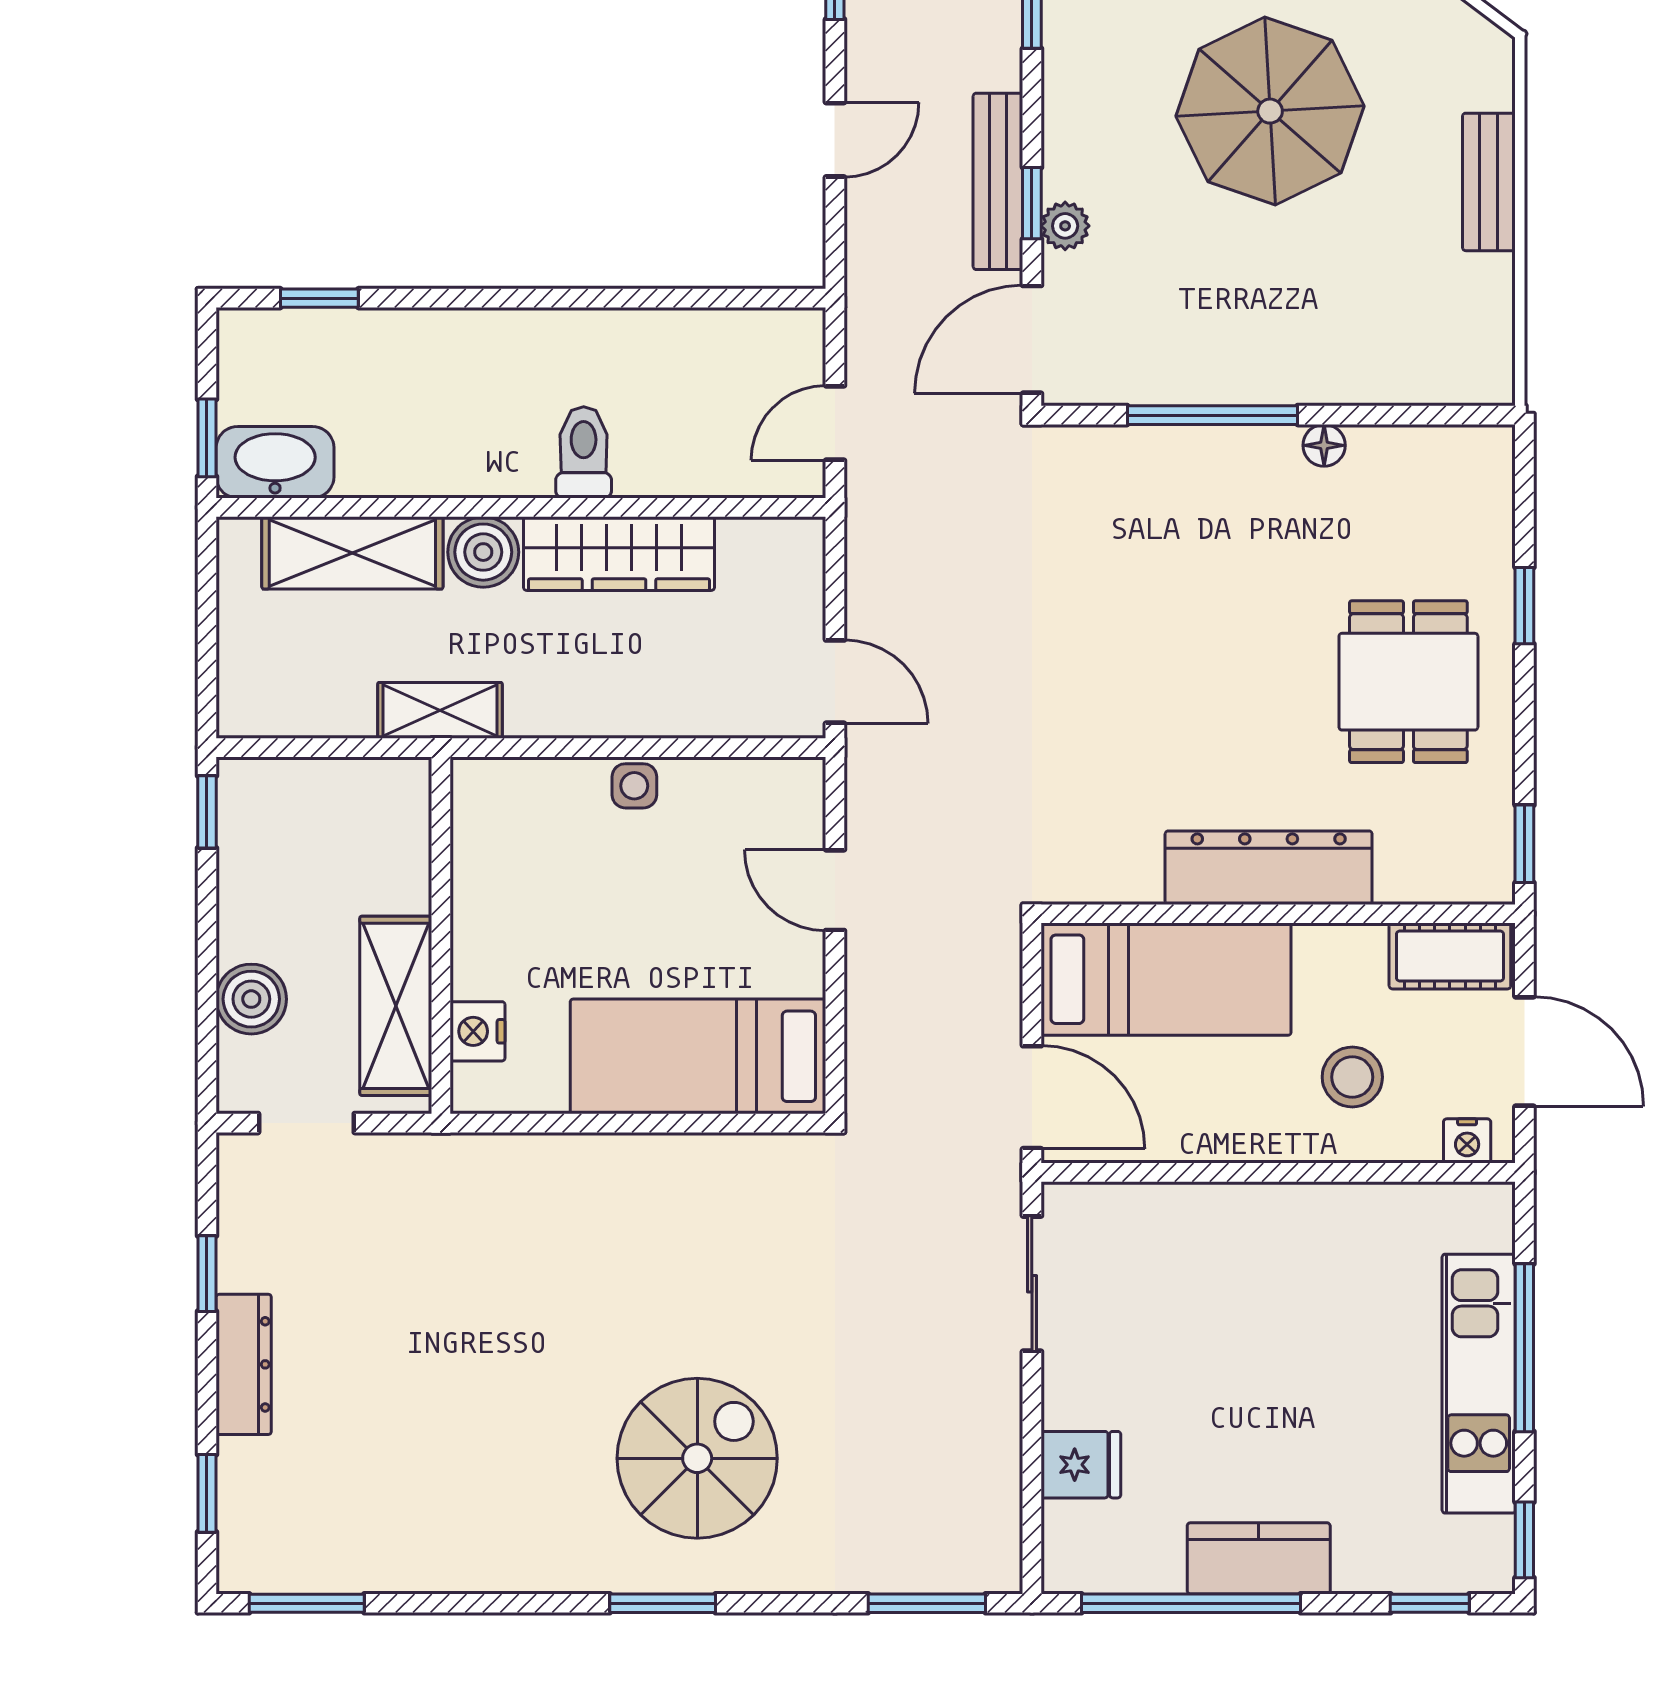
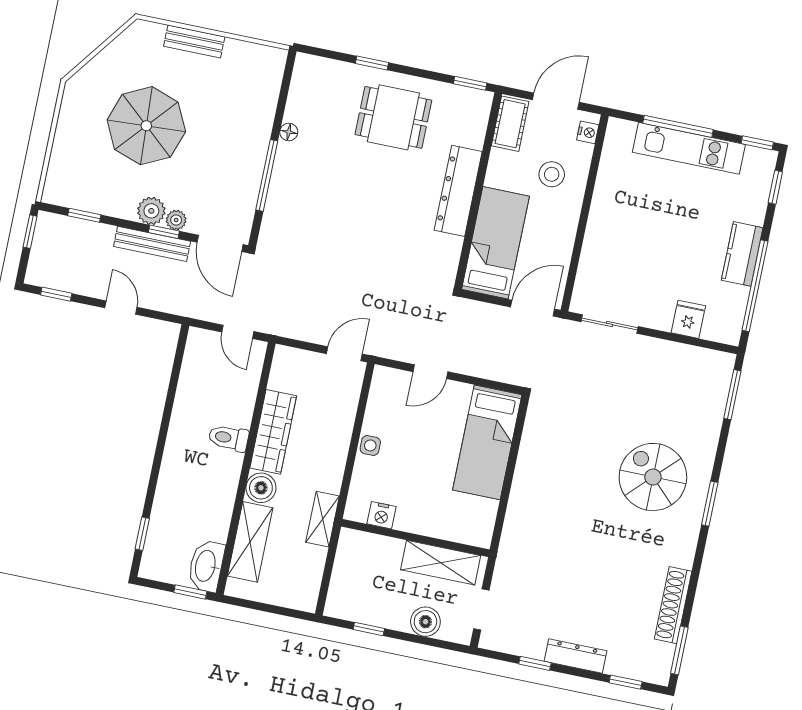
plant: (1074, 164) -> (151, 211), added
window: (207, 812) -> (369, 629), moved
nightstand: (478, 1031) -> (382, 515), moved
shoe rack: (409, 1567) -> (673, 605), added

